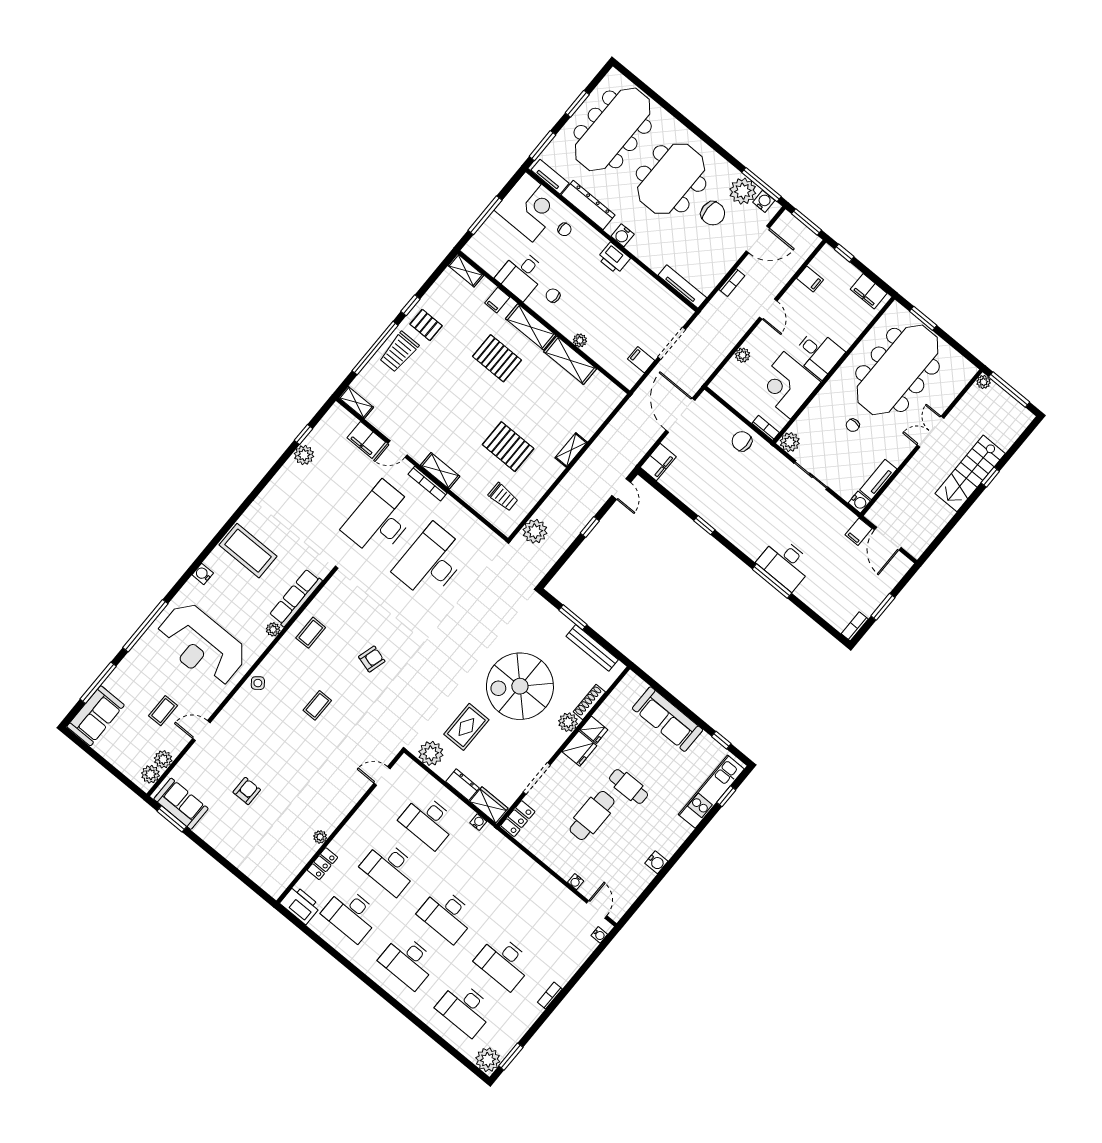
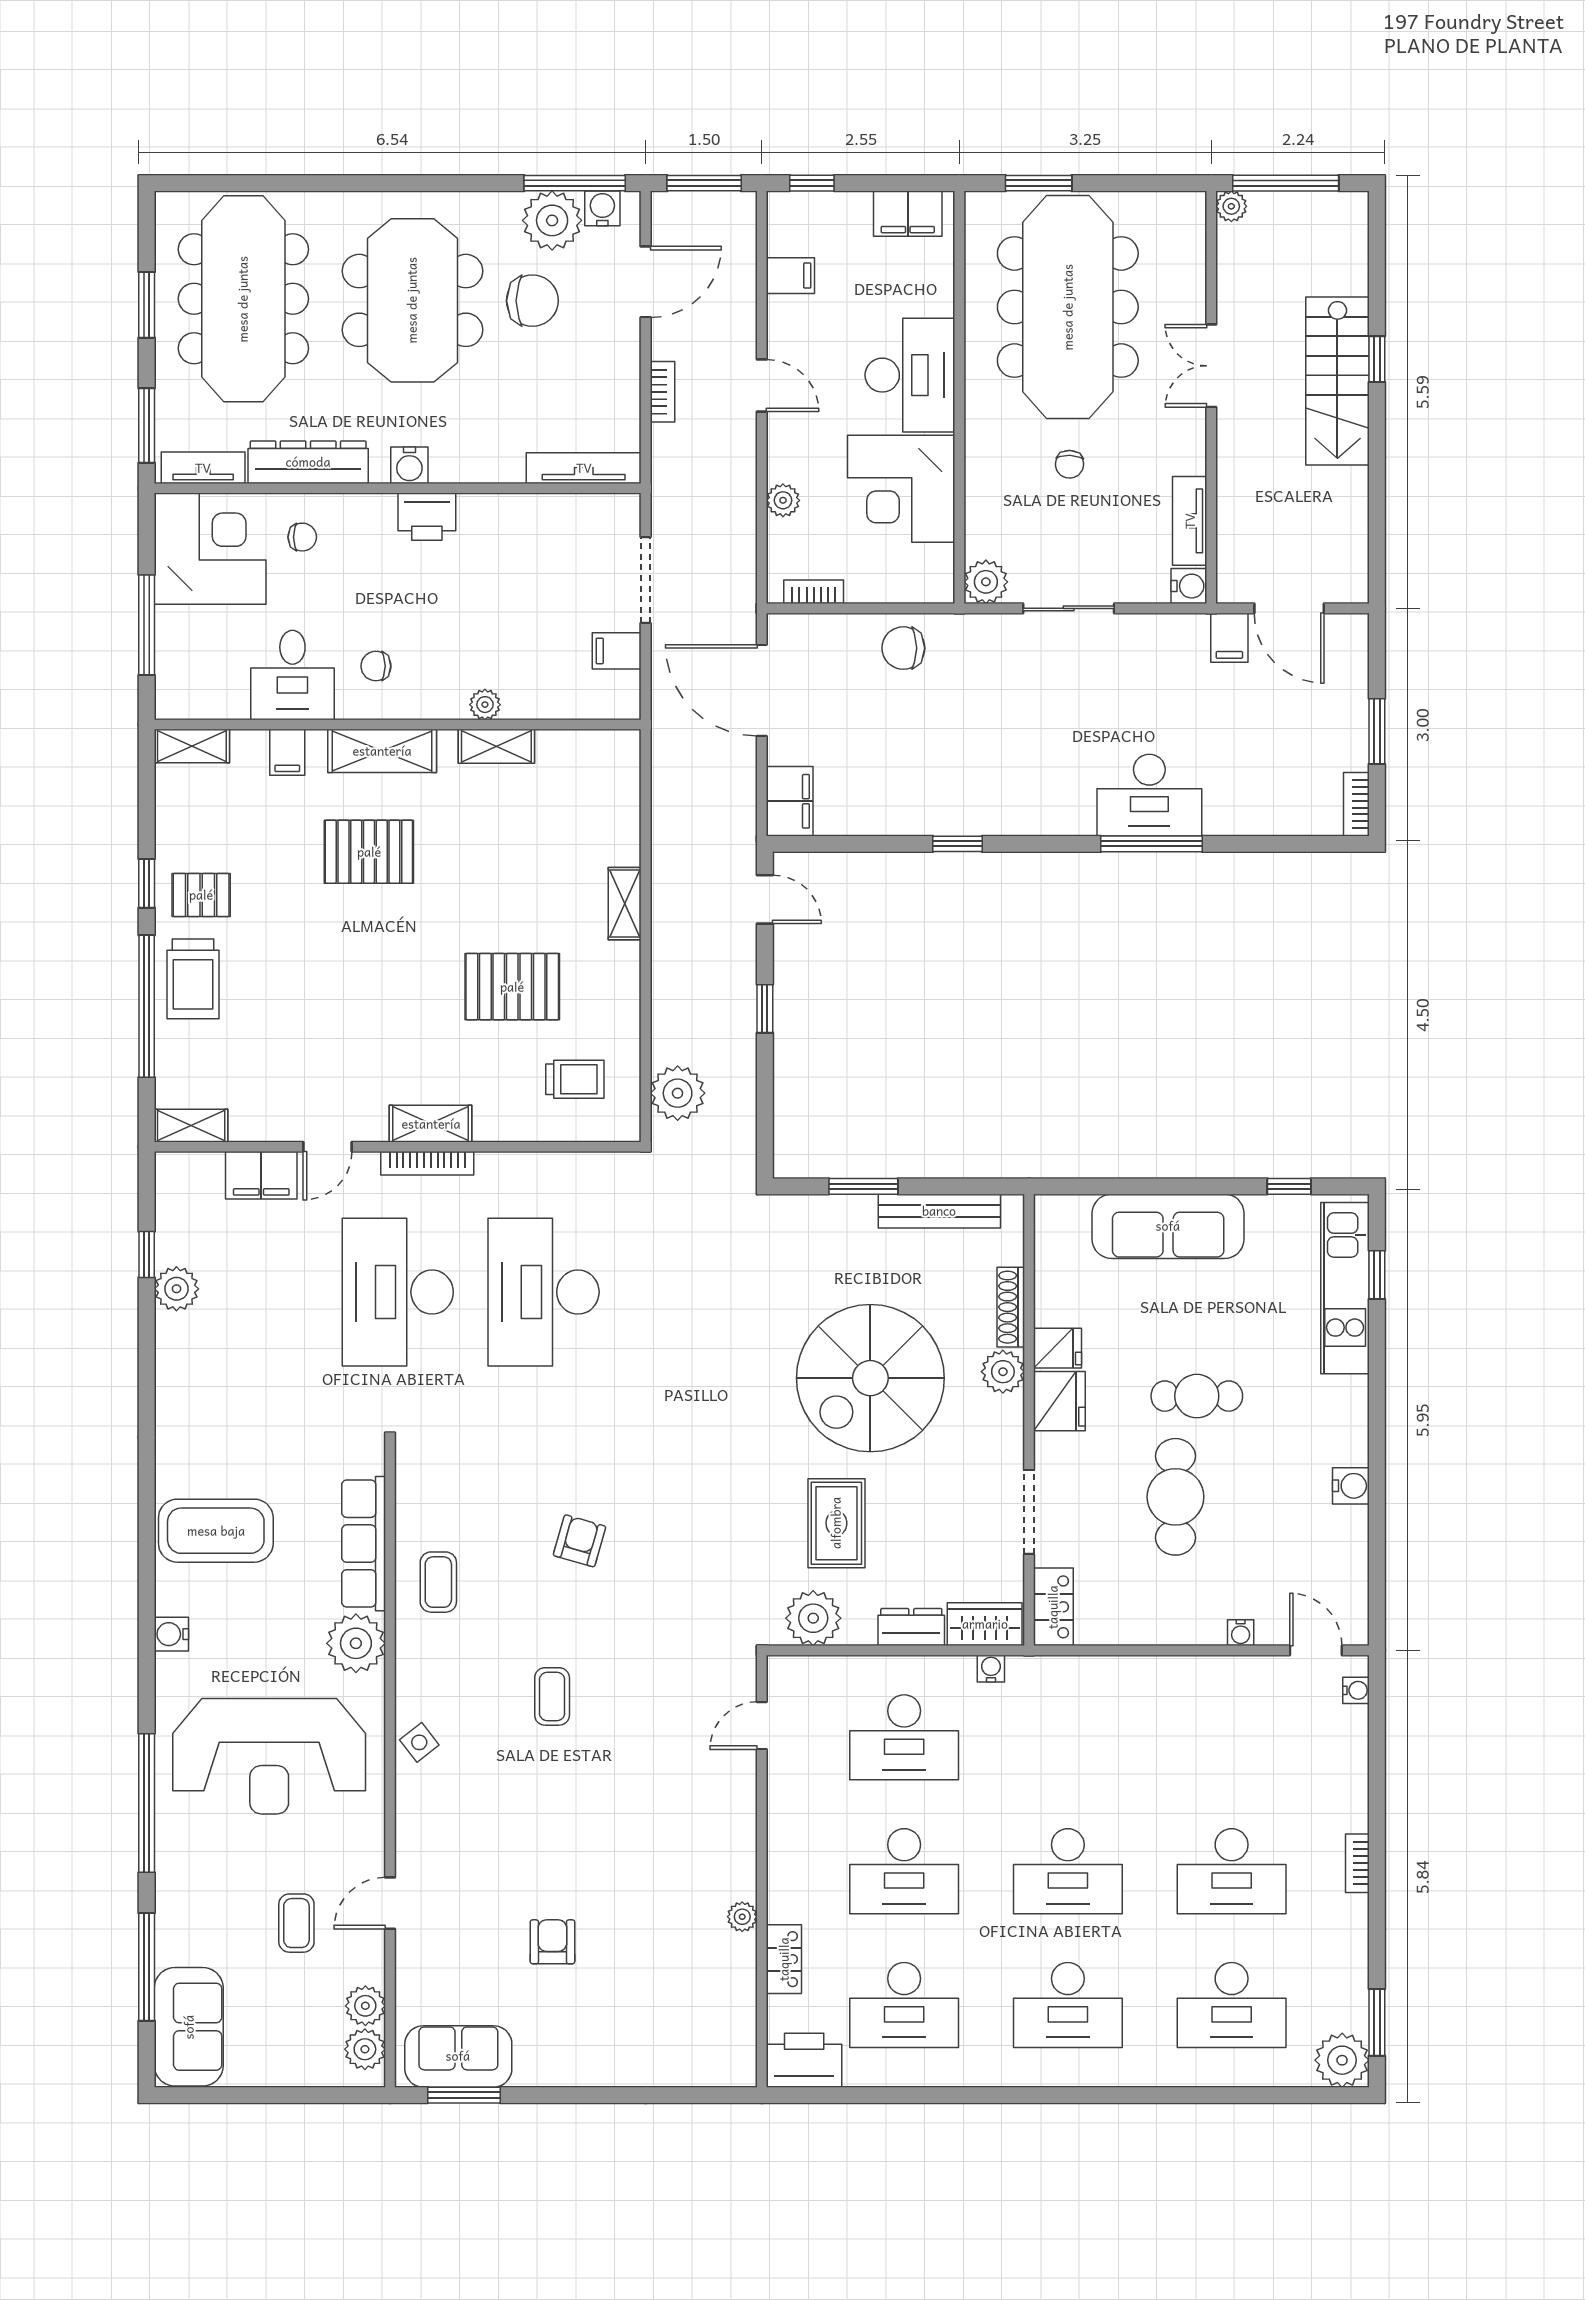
desk: (818, 354) -> (910, 375), width x1.37
shelving: (570, 360) -> (496, 746), width x0.67, depth x0.75
bookcase: (766, 428) -> (814, 592), moved
plant: (273, 629) -> (356, 1643), width x1.88, depth x1.88

